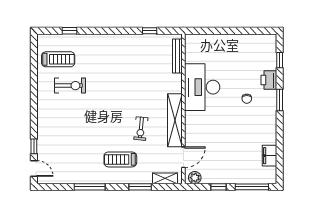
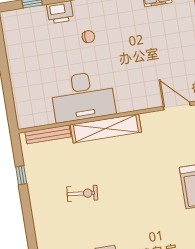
shelving: (175, 120) -> (106, 128), moved
exercise bike: (141, 129) -> (82, 193), moved

